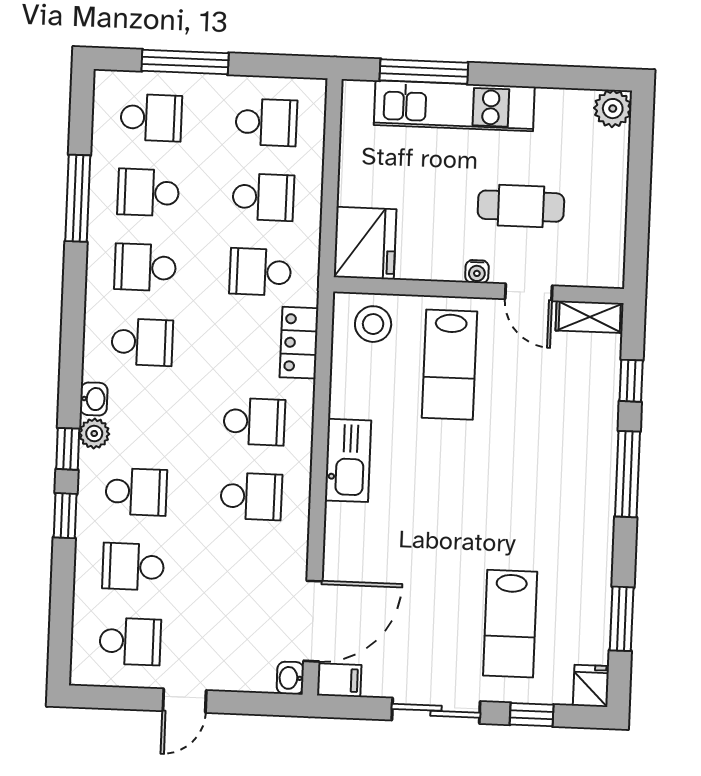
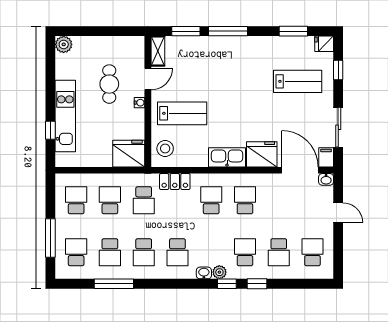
window: (424, 72) -> (50, 130), width x0.46
school desk: (142, 342) -> (177, 252), turned 180
window: (631, 381) -> (186, 31), width x1.50
fridge: (351, 538) -> (262, 154), added
door: (184, 701) -> (338, 213), moved
sliding door: (436, 711) -> (338, 127), moved

